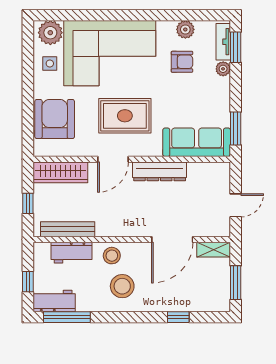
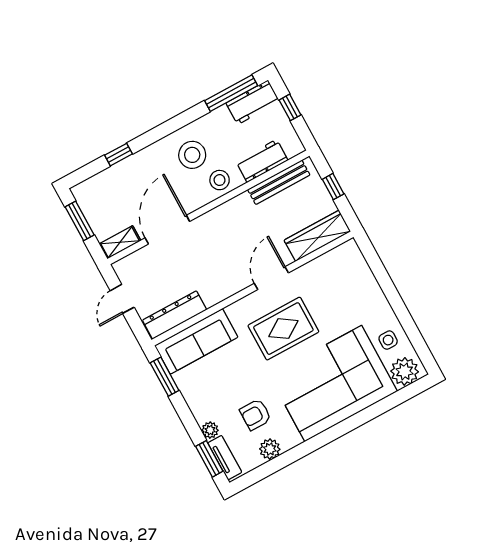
armchair: (55, 119) -> (353, 287), removed
dresser: (160, 171) -> (175, 315), moved

